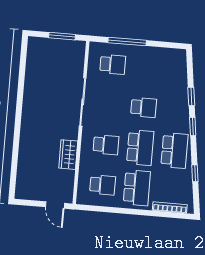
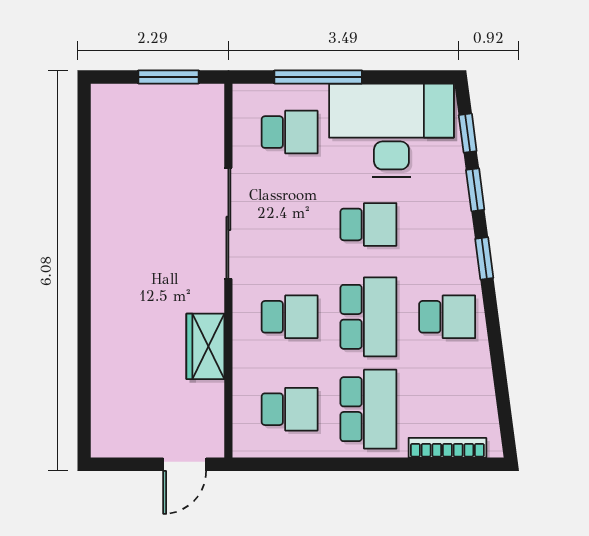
desk: (157, 67) -> (391, 130), added
school desk: (174, 151) -> (447, 317), width x0.54
window: (195, 173) -> (468, 133), moved
door: (55, 205) -> (185, 464), hinge flipped

